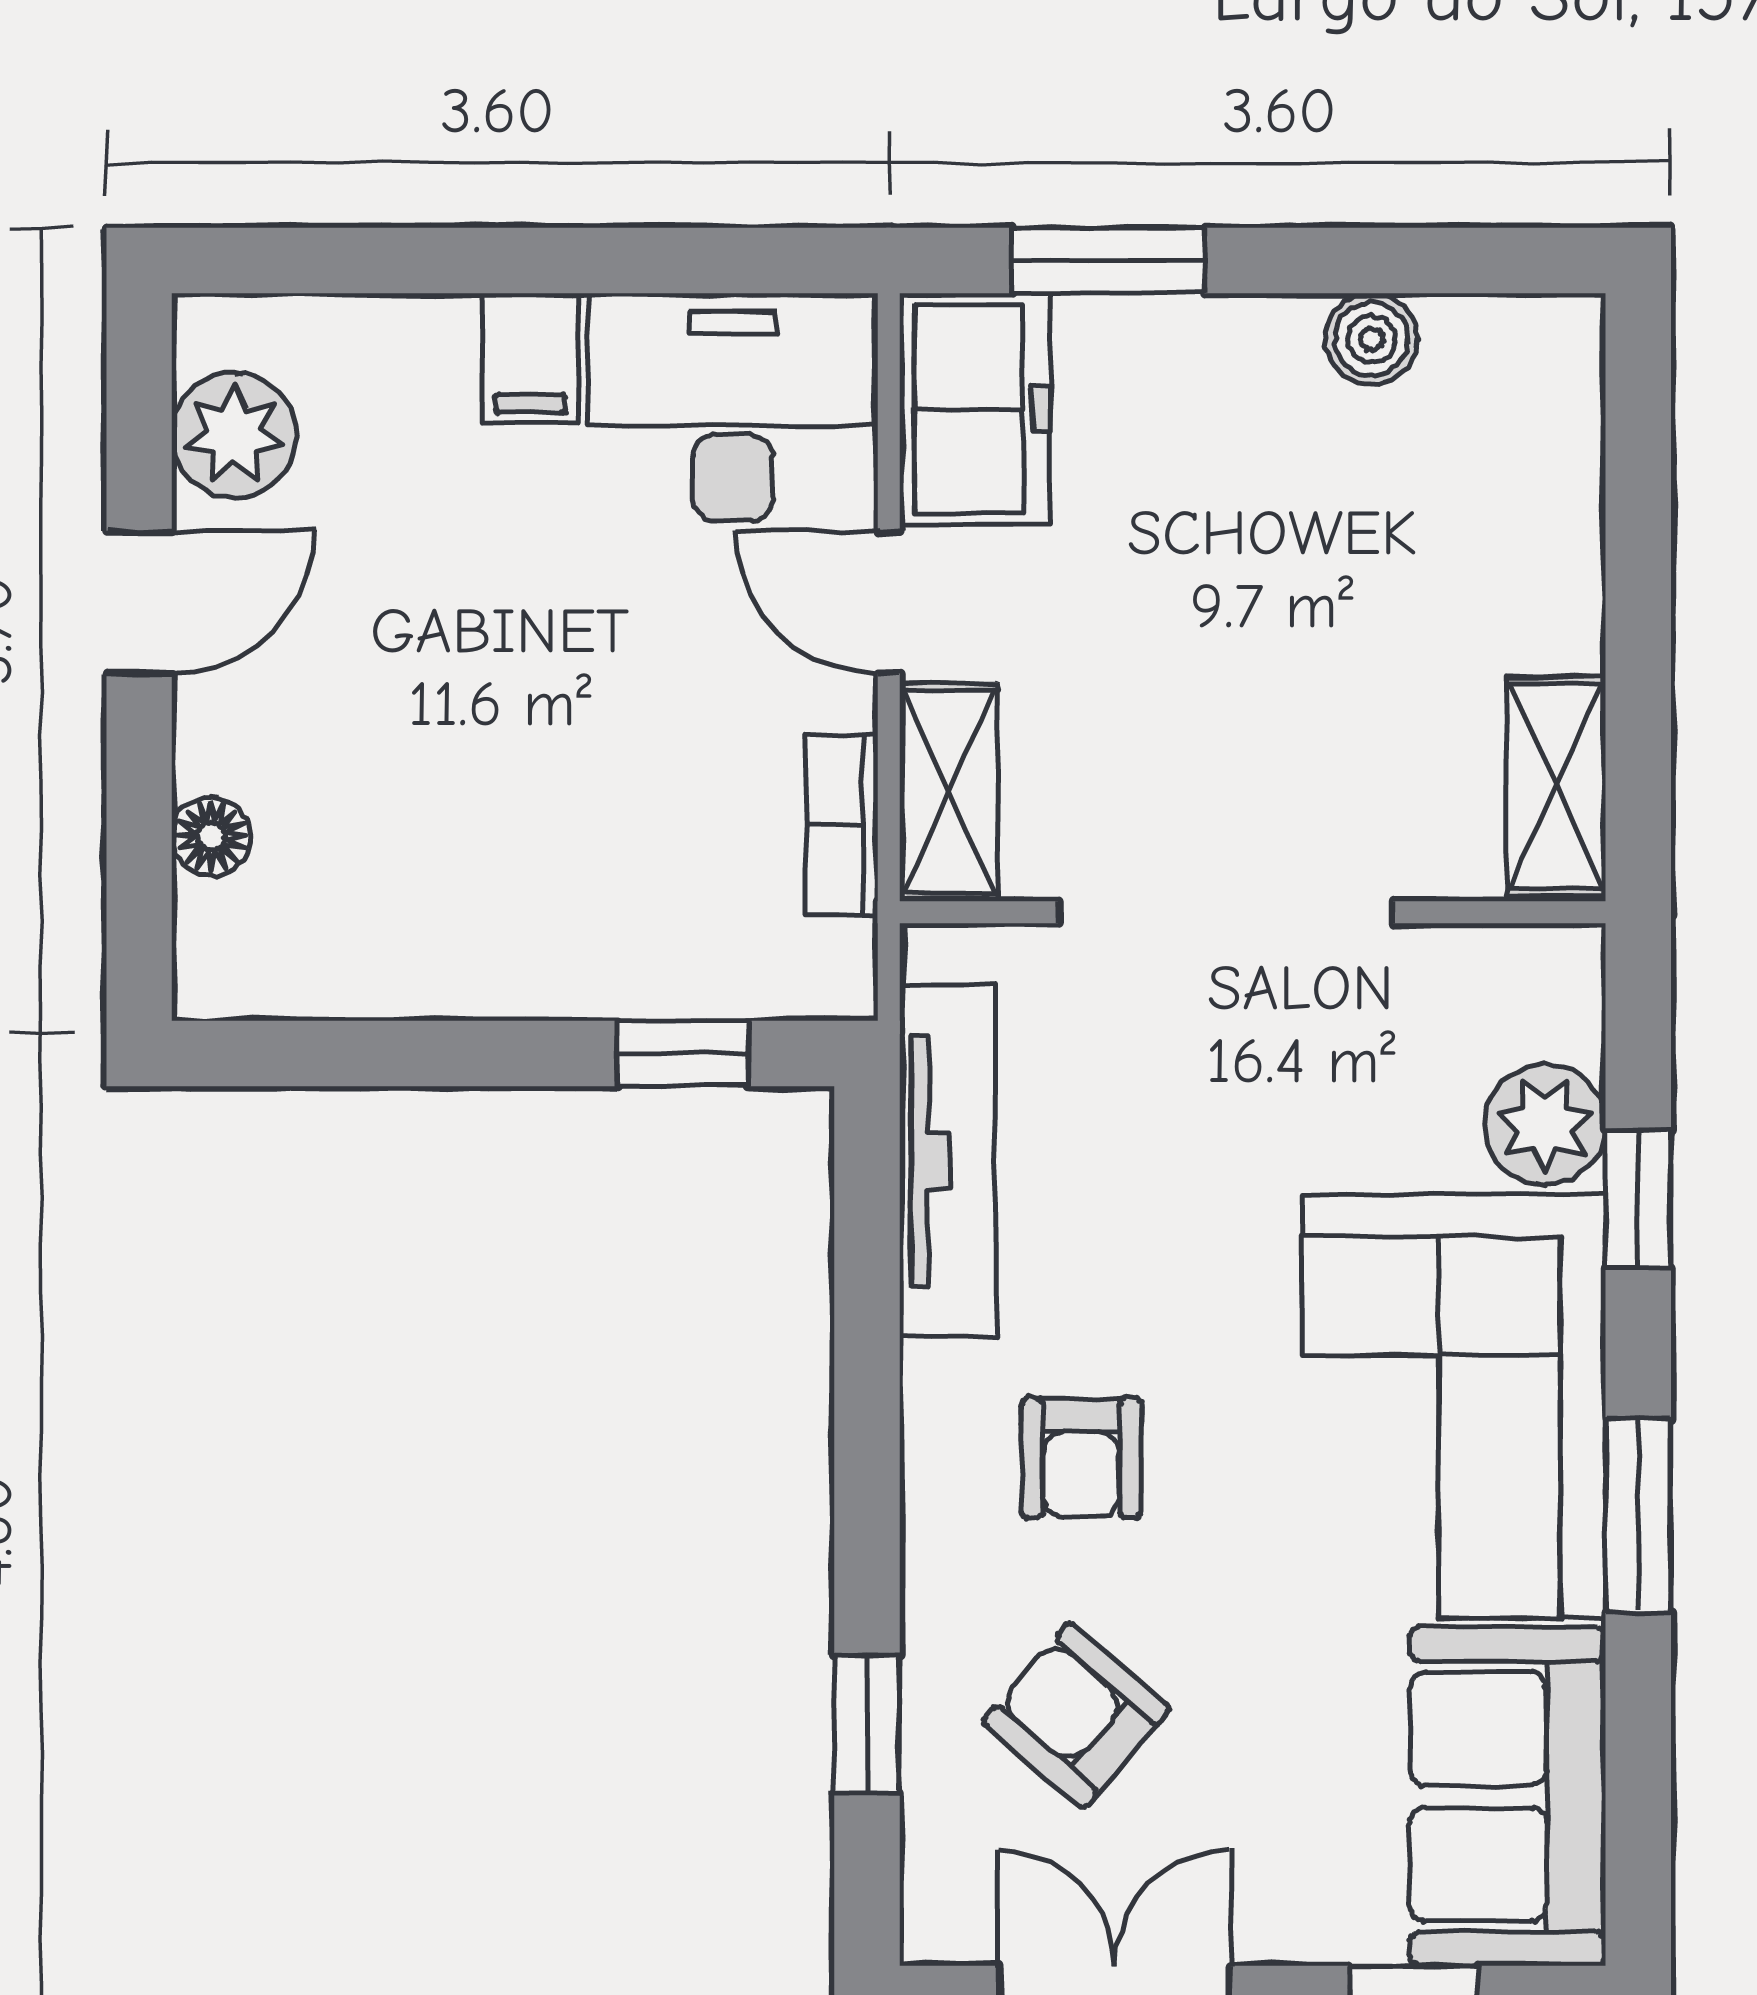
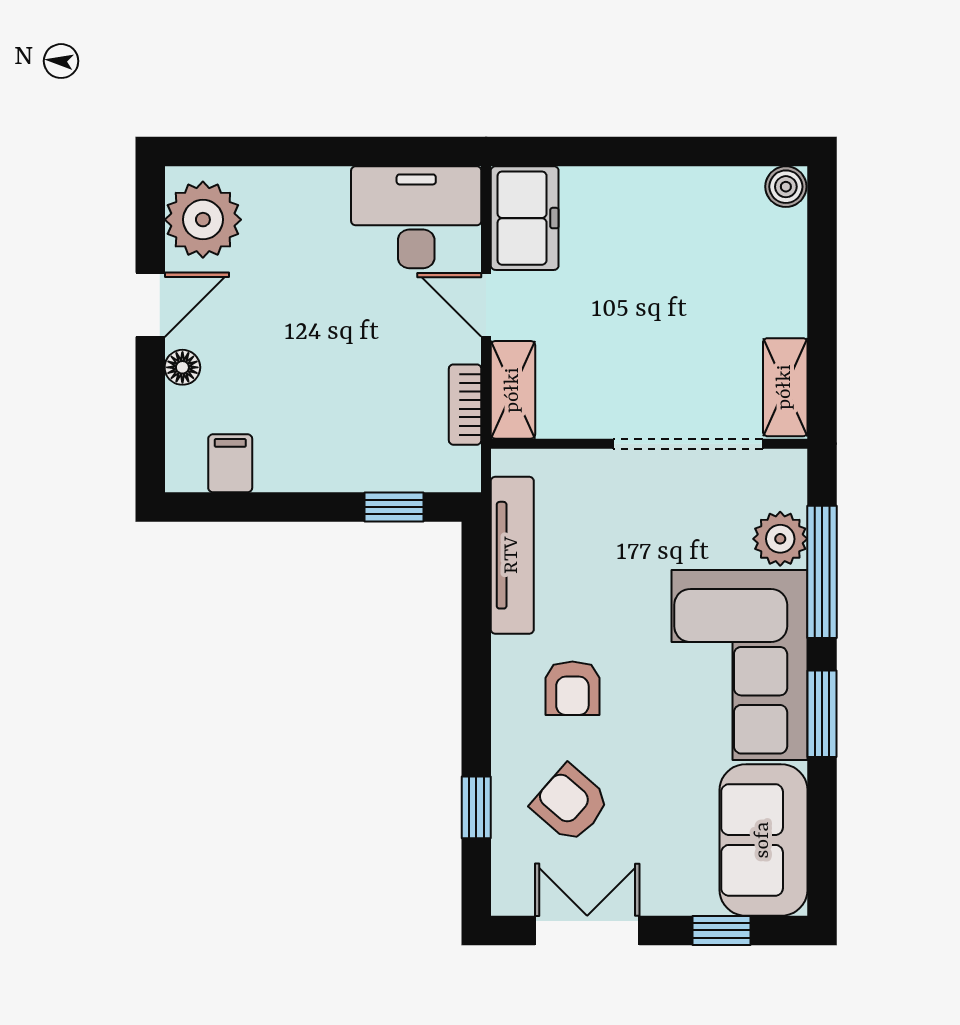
window: (1109, 261) -> (585, 152), removed
boiler: (1371, 339) -> (786, 187), moved
filing cabinet: (530, 358) -> (230, 463), moved, turned 180
plant: (234, 435) -> (203, 220), width x1.36, depth x1.36
floor lamp: (211, 836) -> (182, 367), moved
doorway: (1226, 912) -> (688, 444), moved
window: (1638, 1198) -> (822, 572), width x2.17

